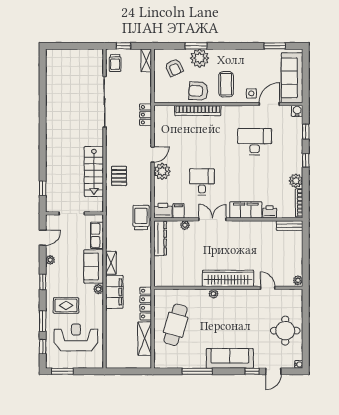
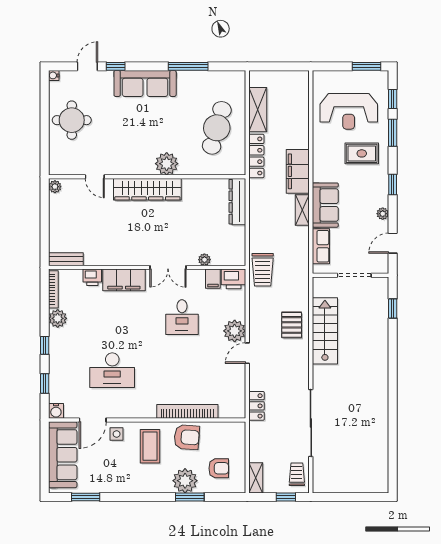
armchair: (174, 68) -> (219, 468), turned 116
dresser: (160, 238) -> (237, 202), moved
plant: (98, 289) -> (319, 175), removed
plant: (214, 294) -> (167, 164), width x1.87, depth x1.87

